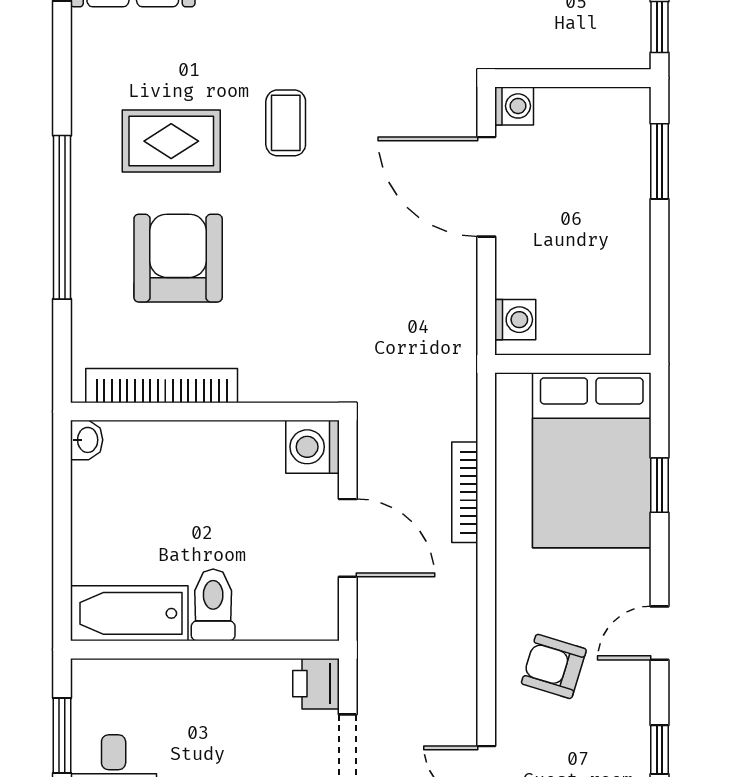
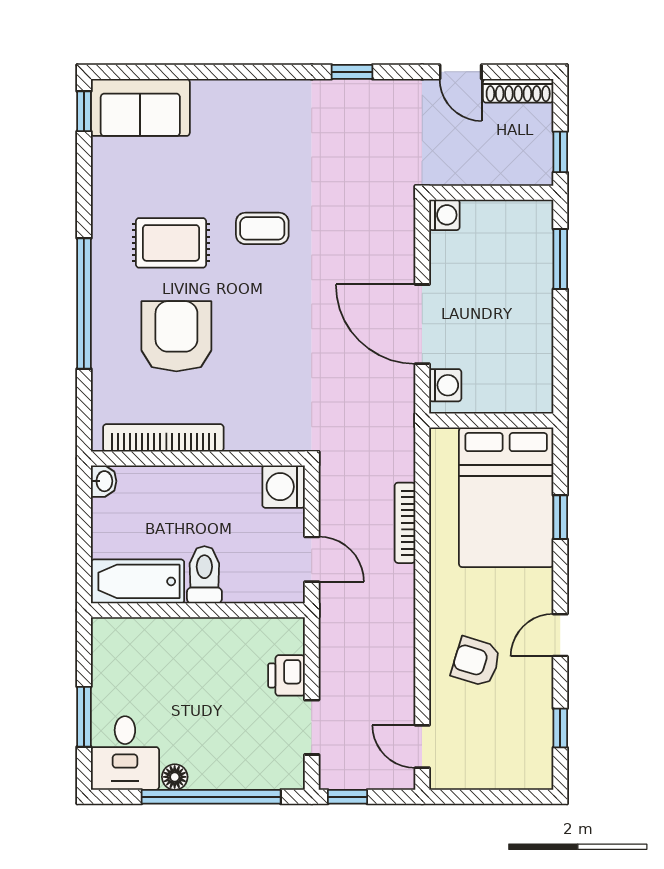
coffee table: (286, 123) -> (262, 228), turned 90
door: (486, 187) -> (422, 324), moved
door: (348, 538) -> (312, 559), width x0.73
toilet: (213, 605) -> (204, 575), moved
bathtub: (129, 613) -> (138, 581), moved
wall: (205, 650) -> (198, 610), moved

